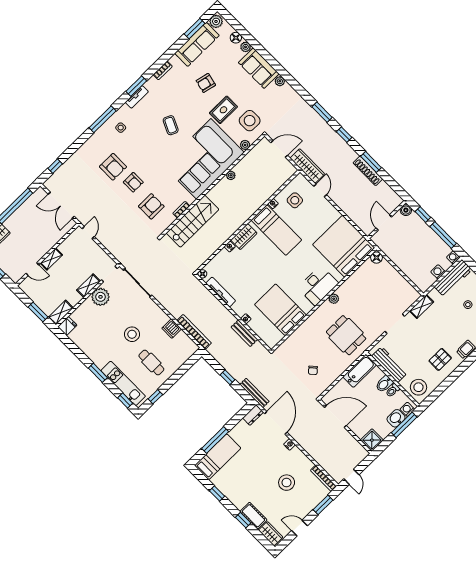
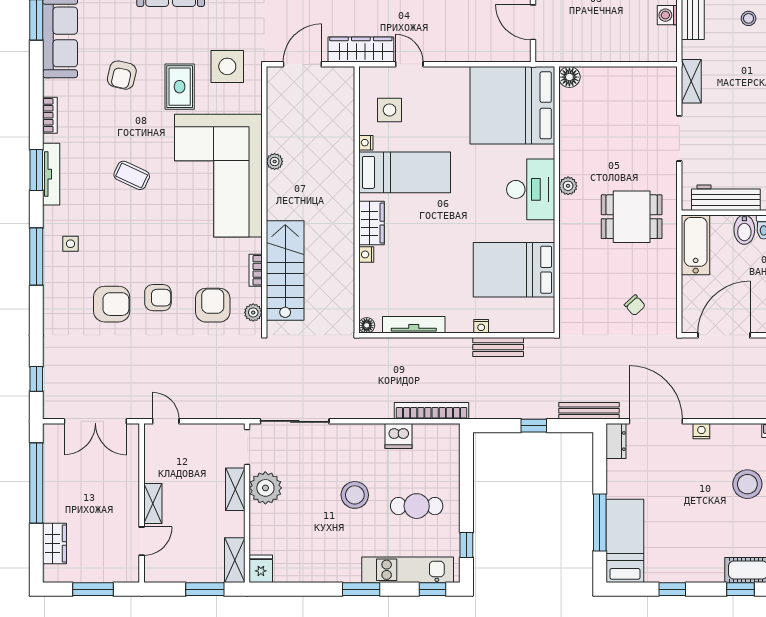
tv unit: (137, 97) -> (51, 174), width x1.41
plant: (245, 145) -> (253, 312), moved

